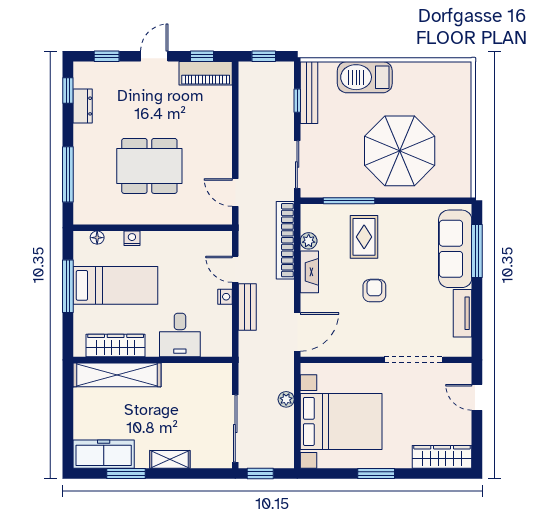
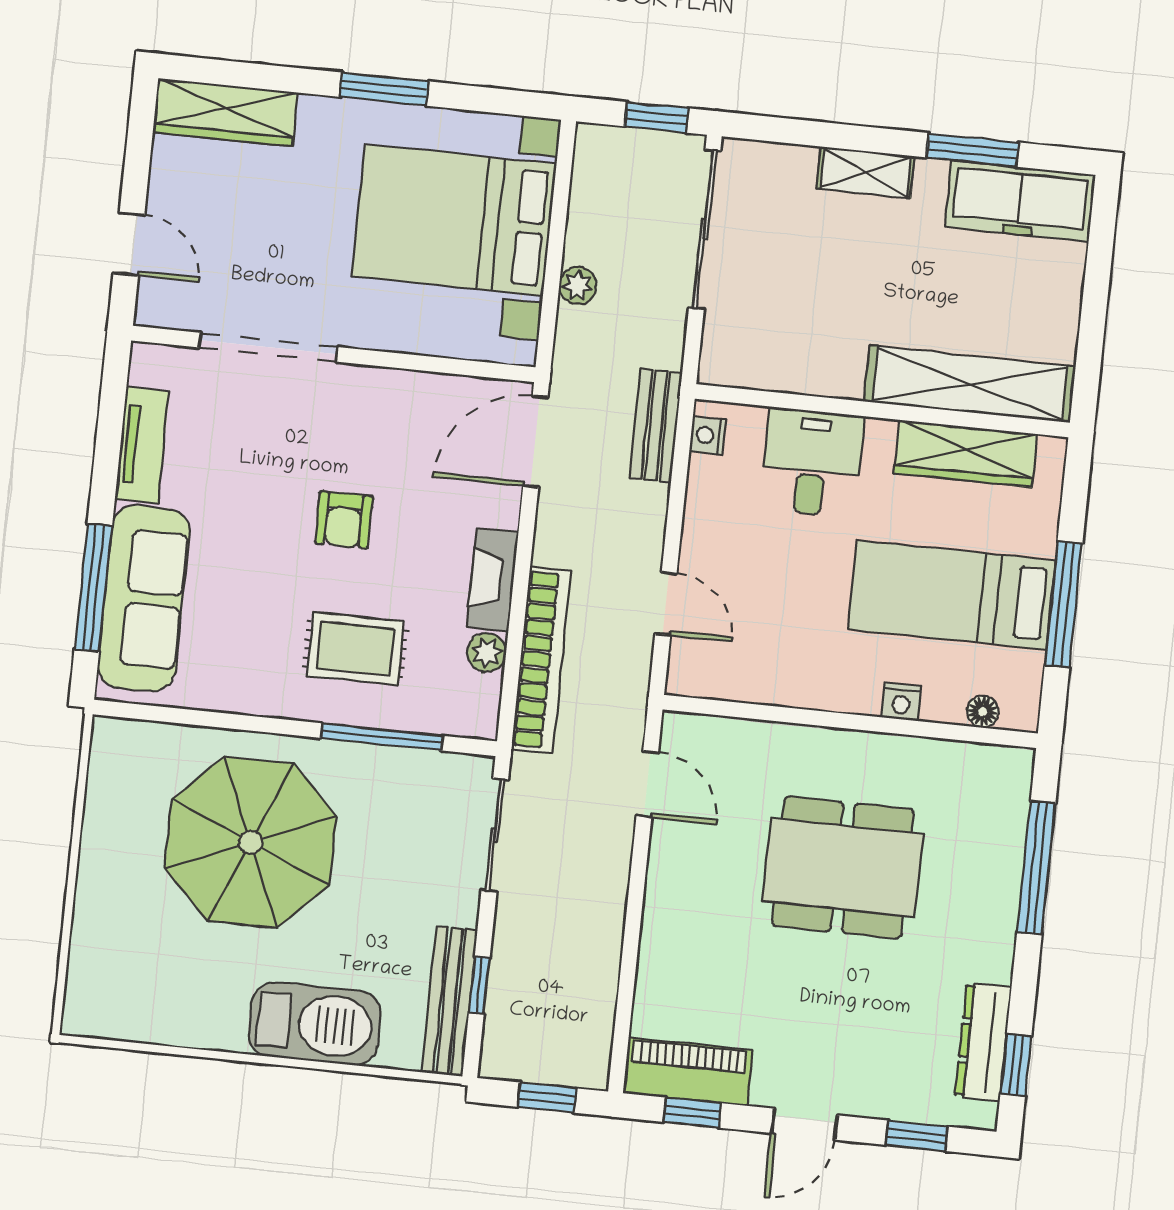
dresser: (83, 106) -> (983, 1042), width x1.44
rug: (364, 237) -> (355, 649), turned 90
nightstand: (225, 297) -> (708, 435), moved
bench: (247, 307) -> (656, 425), moved

